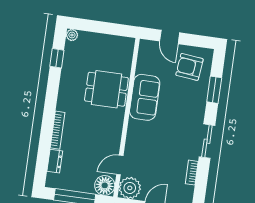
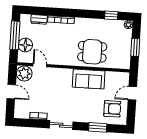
window: (105, 28) -> (135, 47), added
armchair: (189, 67) -> (112, 109), turned 84
dining table: (106, 89) -> (92, 52), turned 90
floor lamp: (105, 185) -> (25, 45), moved

